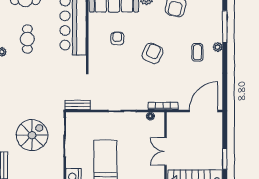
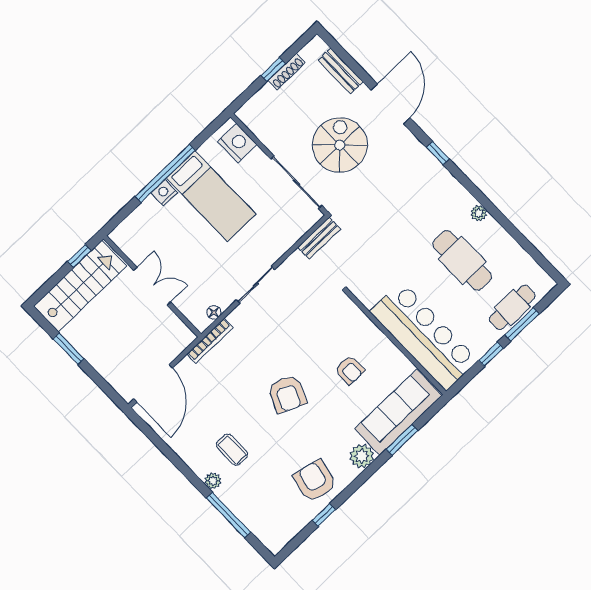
cafe table: (27, 39) -> (462, 260), width x1.37, depth x1.35
spiral stairs: (32, 135) -> (340, 145), turned 180

